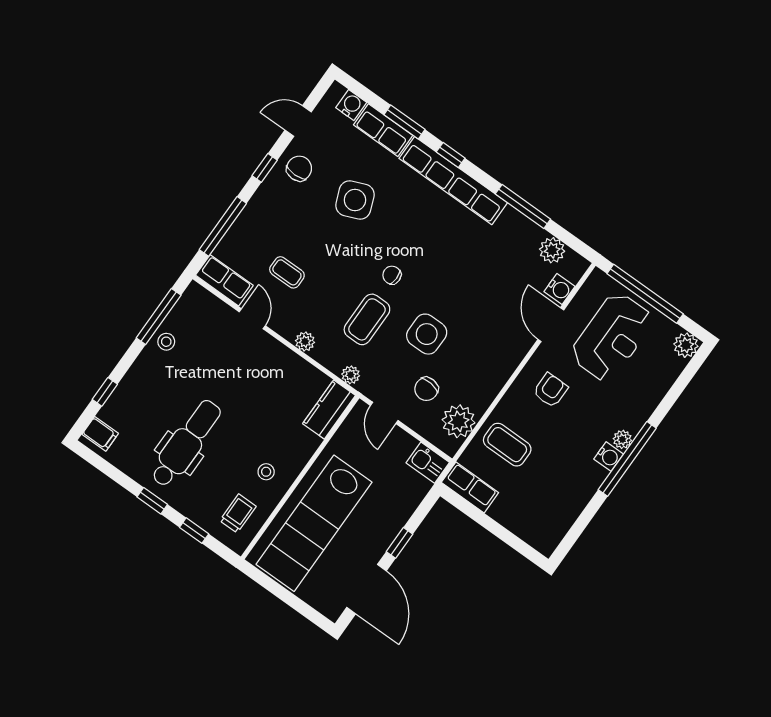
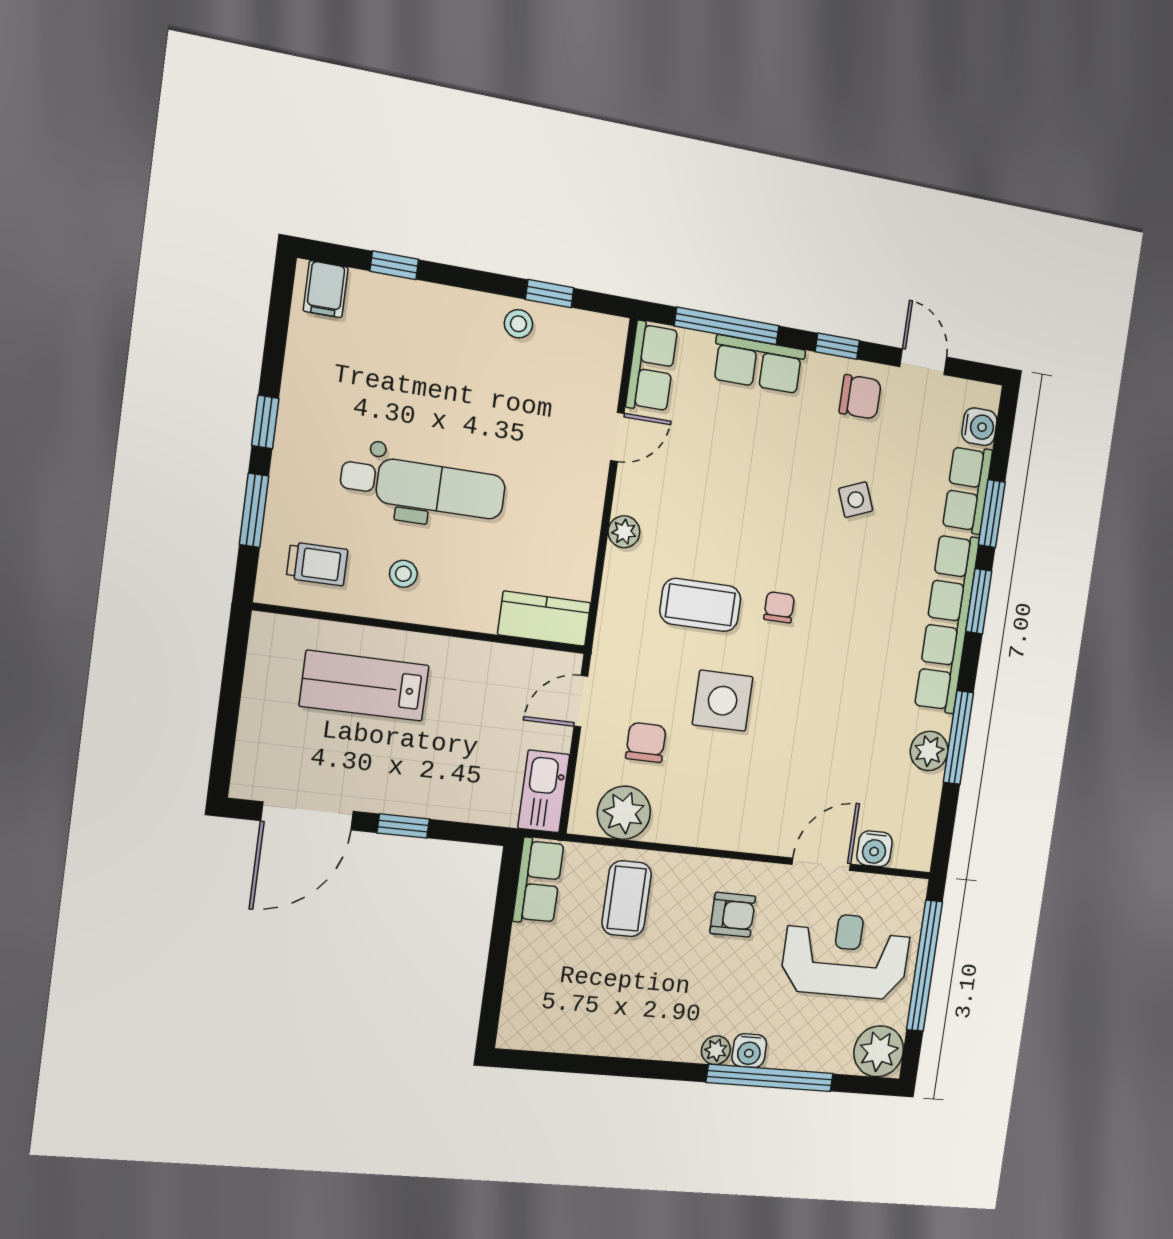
window: (451, 155) -> (979, 601), width x1.50
side table: (355, 200) -> (856, 500), width x0.54, depth x0.54
row of seats: (252, 219) -> (758, 364), added
plant: (552, 250) -> (929, 751), moved
coffee table: (287, 272) -> (709, 454), removed
window: (159, 317) -> (550, 294), width x0.46
reception desk: (612, 337) -> (846, 955), turned 180
plant: (686, 345) -> (879, 1051), width x1.36, depth x1.36
plant: (351, 375) -> (610, 623), removed
chair: (426, 389) -> (646, 742), turned 84
dental chair: (186, 443) -> (423, 486), moved
water cooler: (609, 457) -> (749, 1051), moved
window: (627, 459) -> (770, 1078), moved
kitchen sink: (428, 463) -> (544, 791), width x1.38
lab bench: (314, 523) -> (364, 686), width x0.54, depth x0.72
window: (194, 531) -> (254, 510), width x1.50

